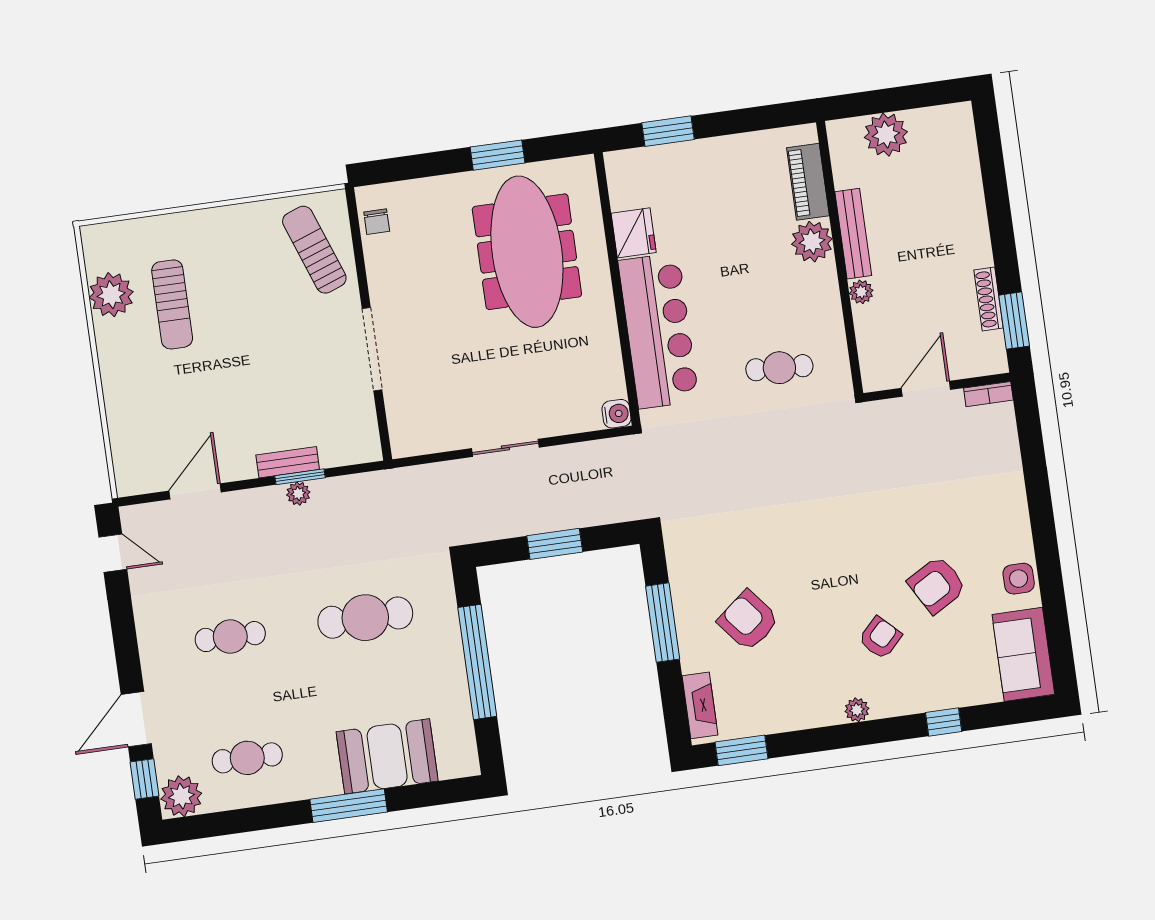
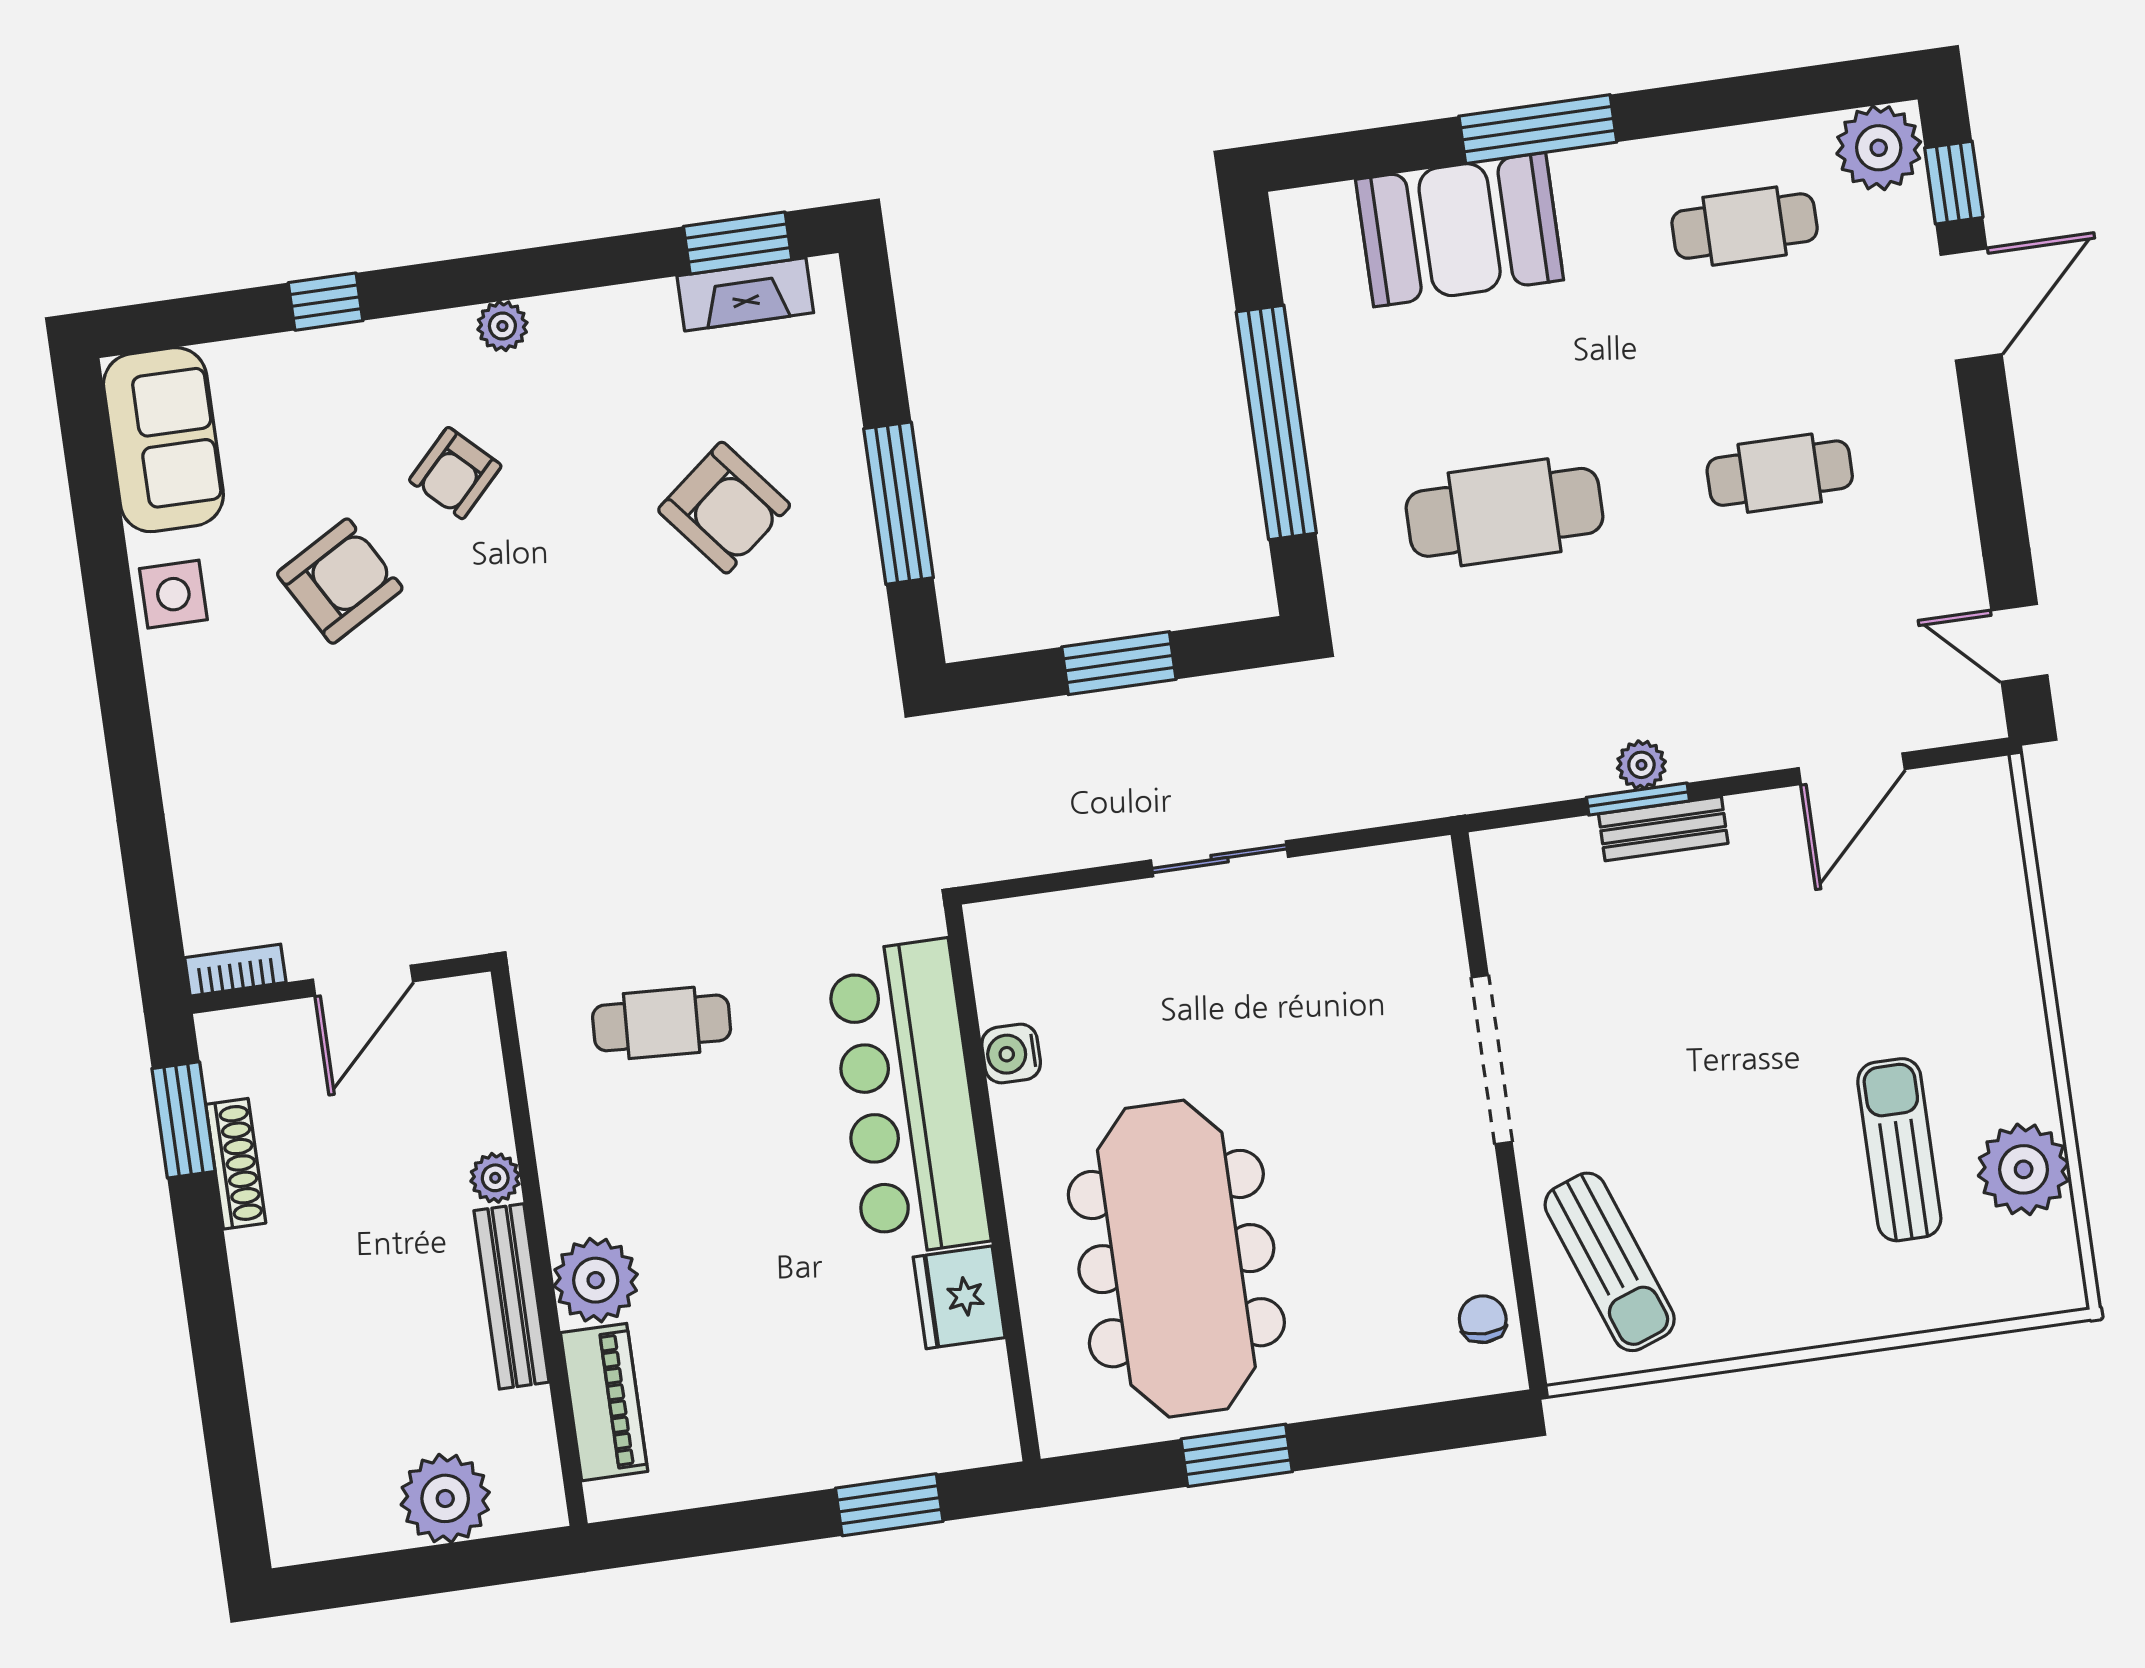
water cooler: (616, 414) -> (1011, 1054), moved
fireplace: (700, 705) -> (745, 294), moved, turned -90

